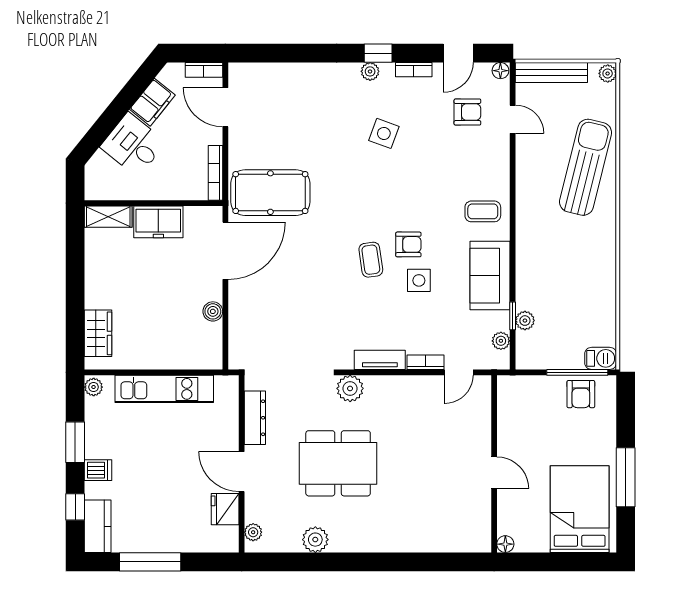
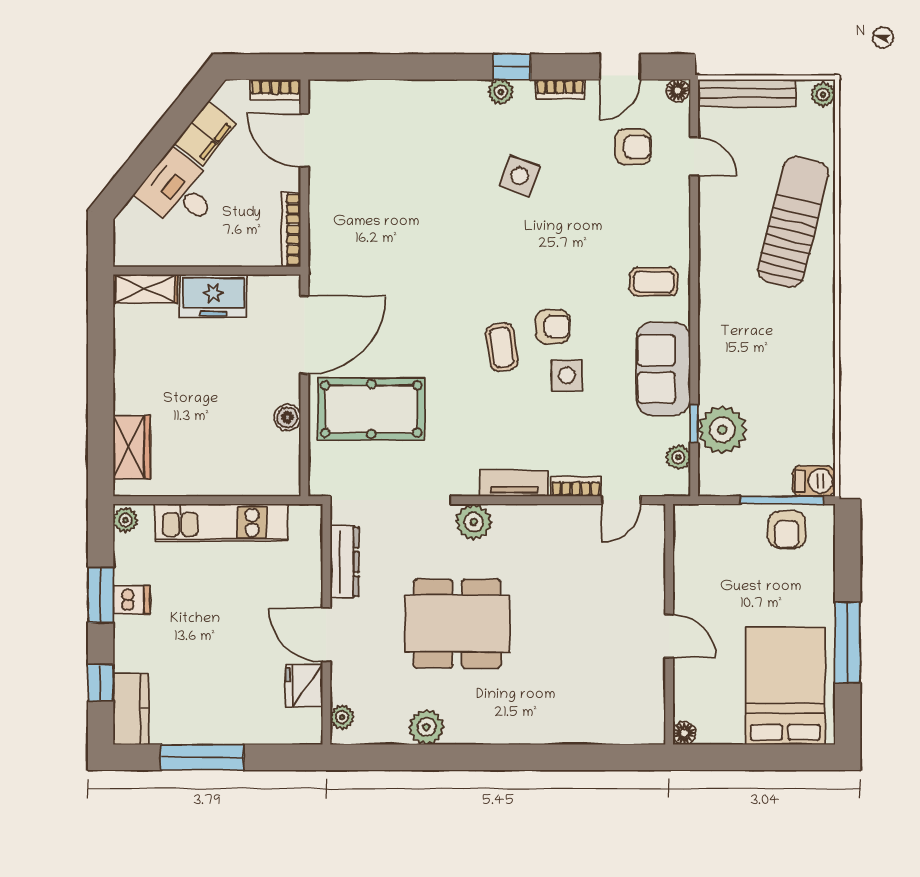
pool table: (270, 193) -> (371, 409), moved
plant: (525, 321) -> (722, 430), width x1.87, depth x1.87
dishwasher: (98, 470) -> (132, 600), moved

